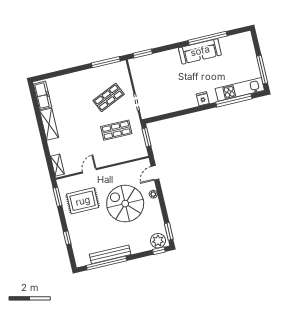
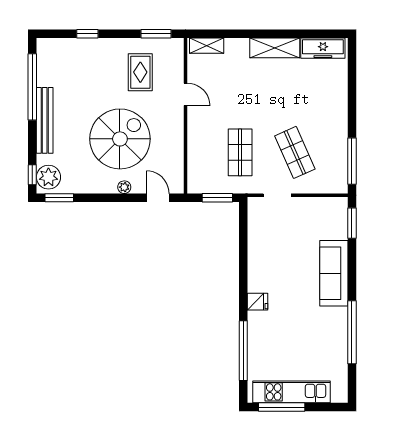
sofa: (200, 51) -> (334, 273), moved
kitchen unit: (240, 89) -> (291, 392), moved, turned -90
rug: (83, 201) -> (140, 72), width x0.73, depth x0.70
bench: (110, 254) -> (45, 120), moved

